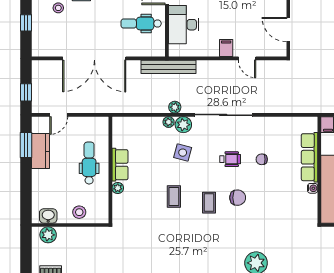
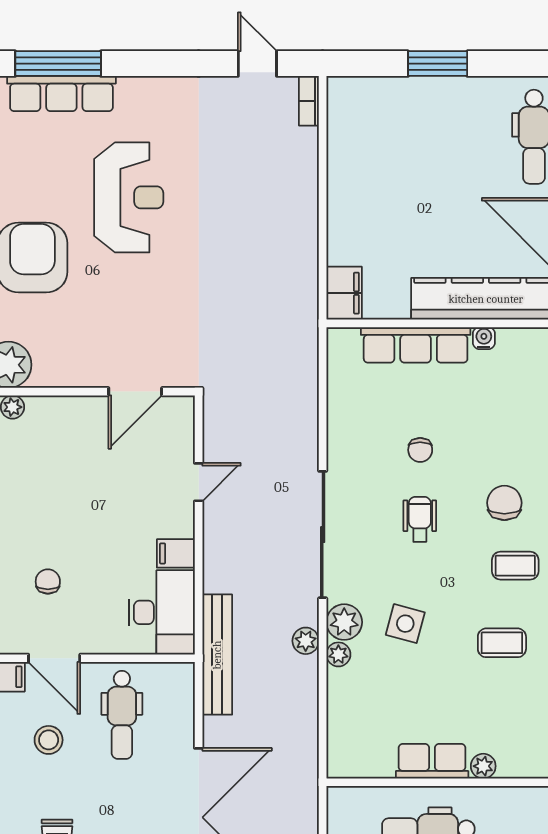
desk: (184, 25) -> (162, 612), moved, turned -90
filing cabinet: (226, 48) -> (176, 553), moved

